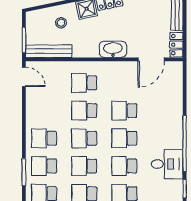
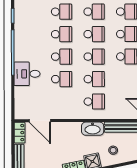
washbasin: (113, 49) -> (93, 129), moved
door: (151, 59) -> (40, 121), swing flipped
desk: (167, 164) -> (27, 74), moved

